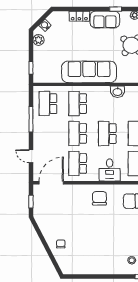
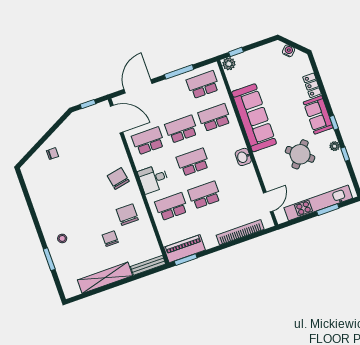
plant: (38, 40) -> (229, 64), moved
door: (31, 156) -> (138, 86), width x1.87
chair: (99, 198) -> (118, 179), turned -101

